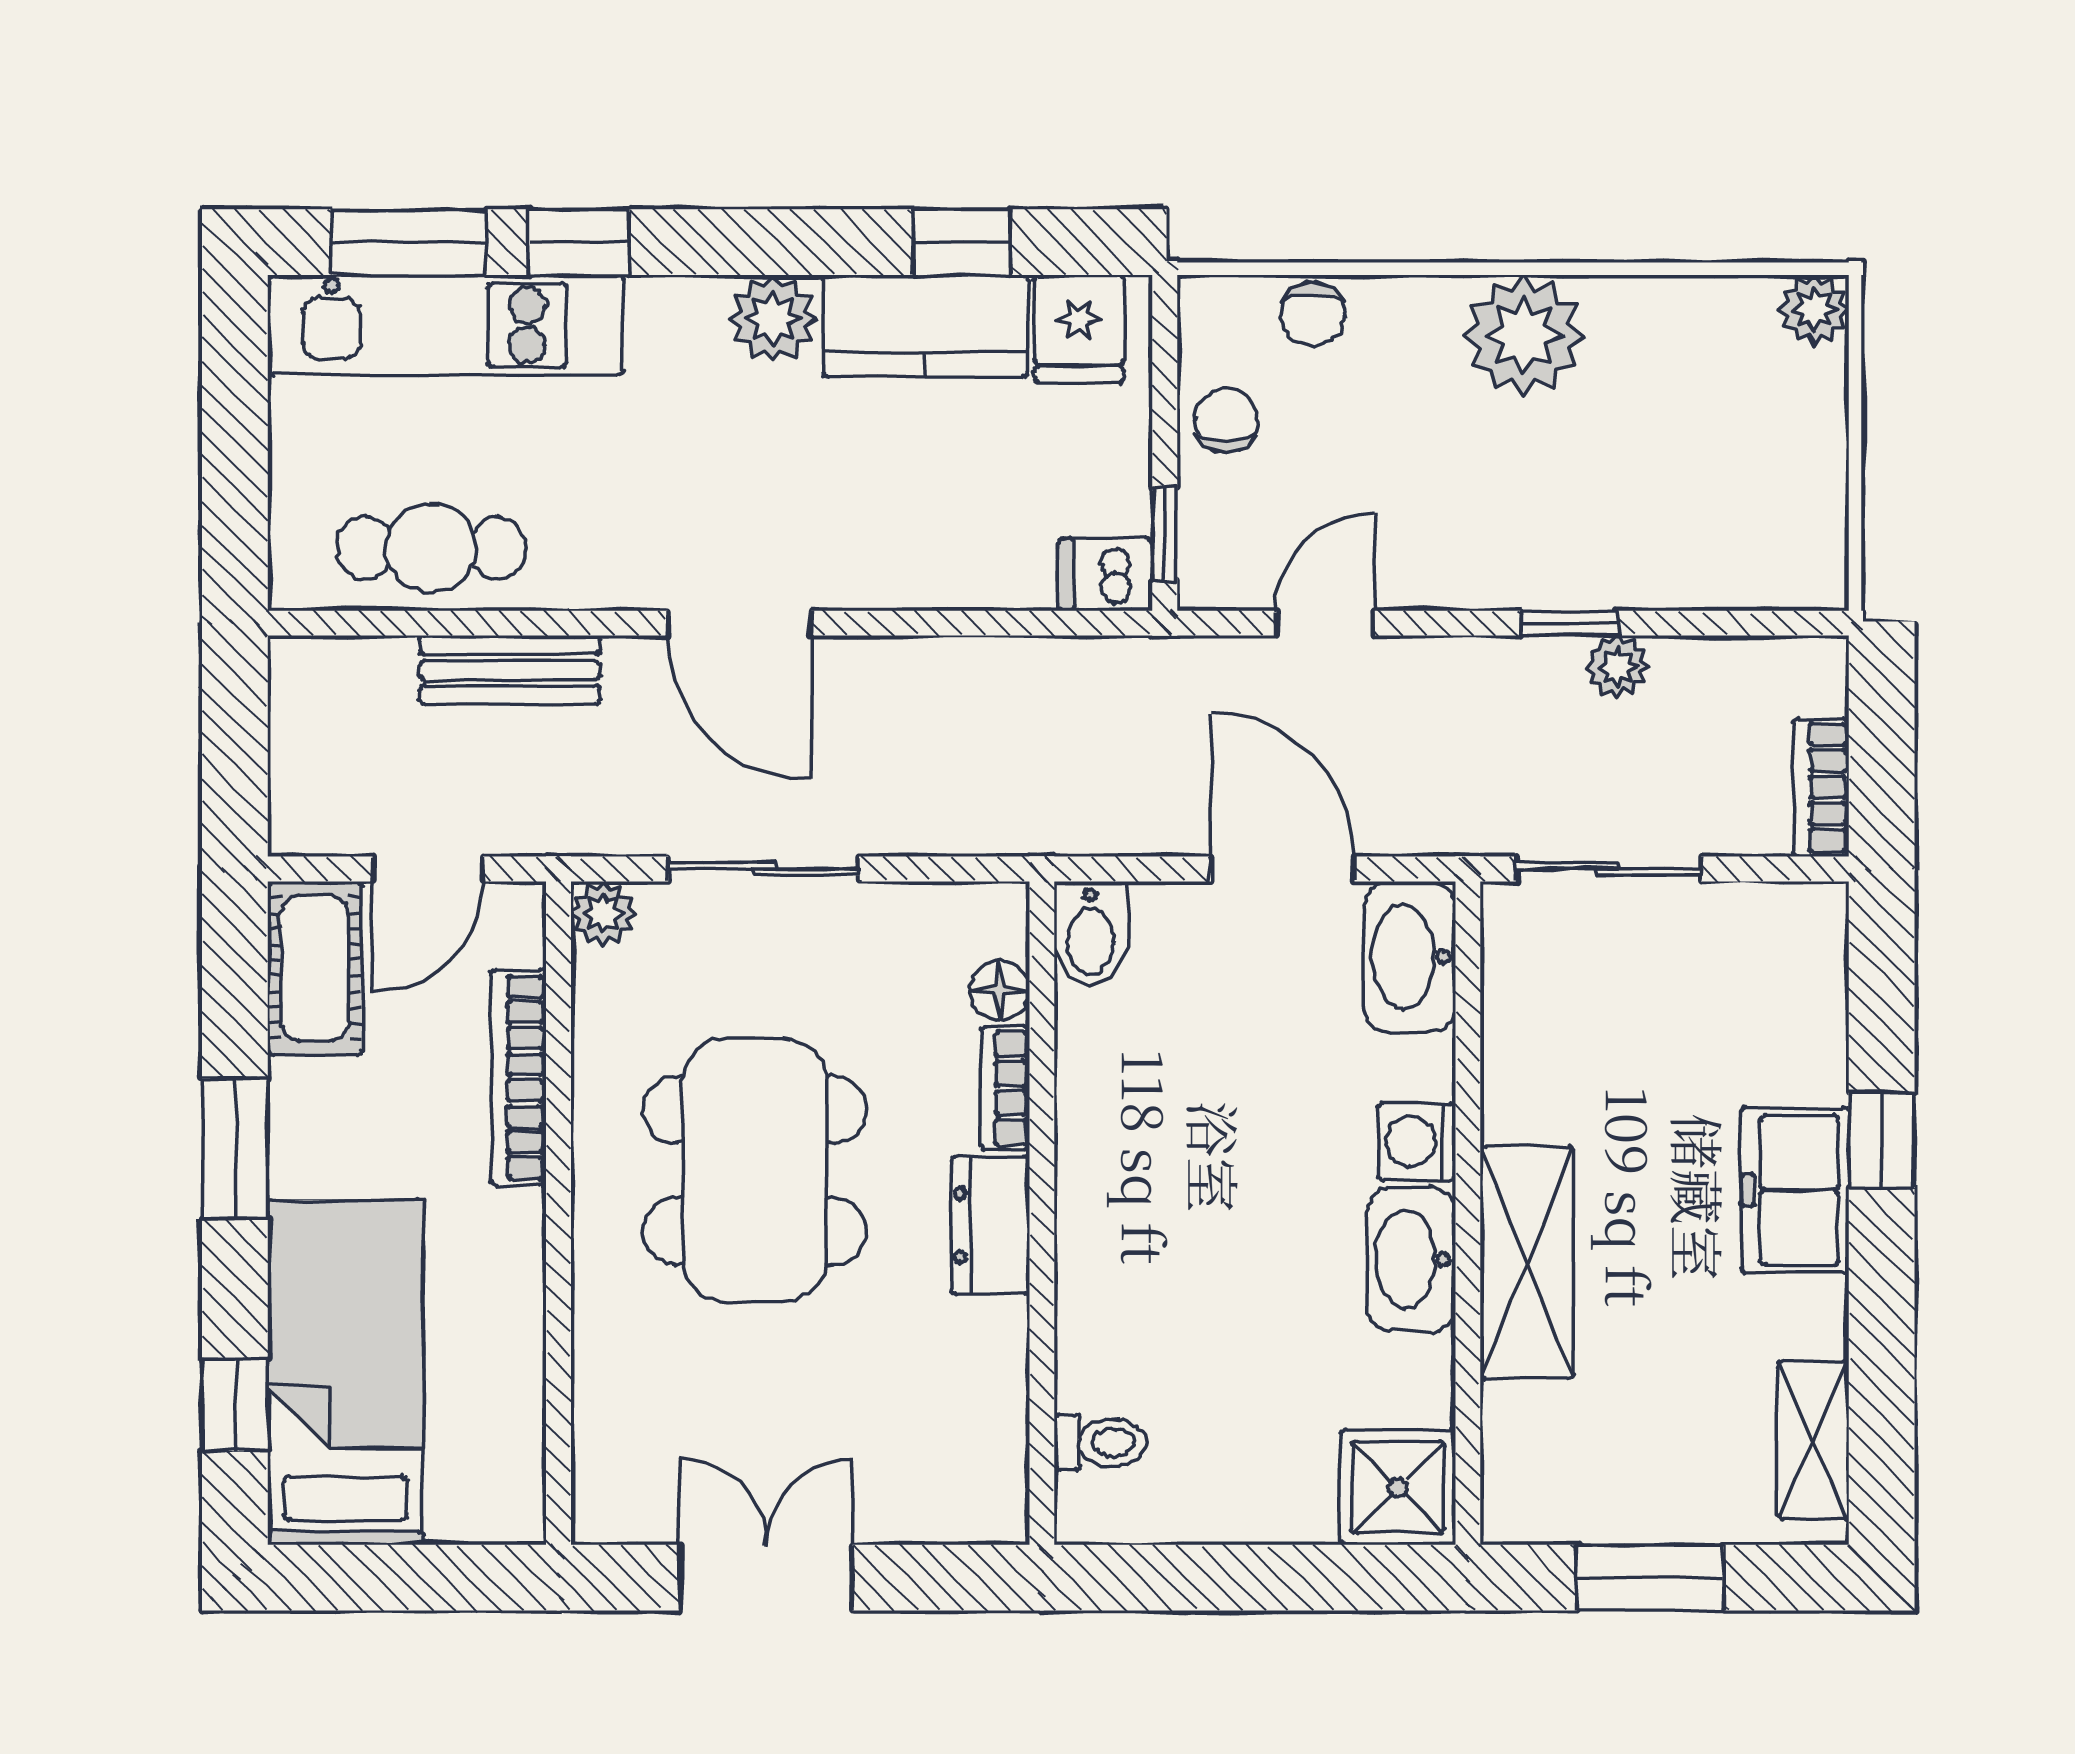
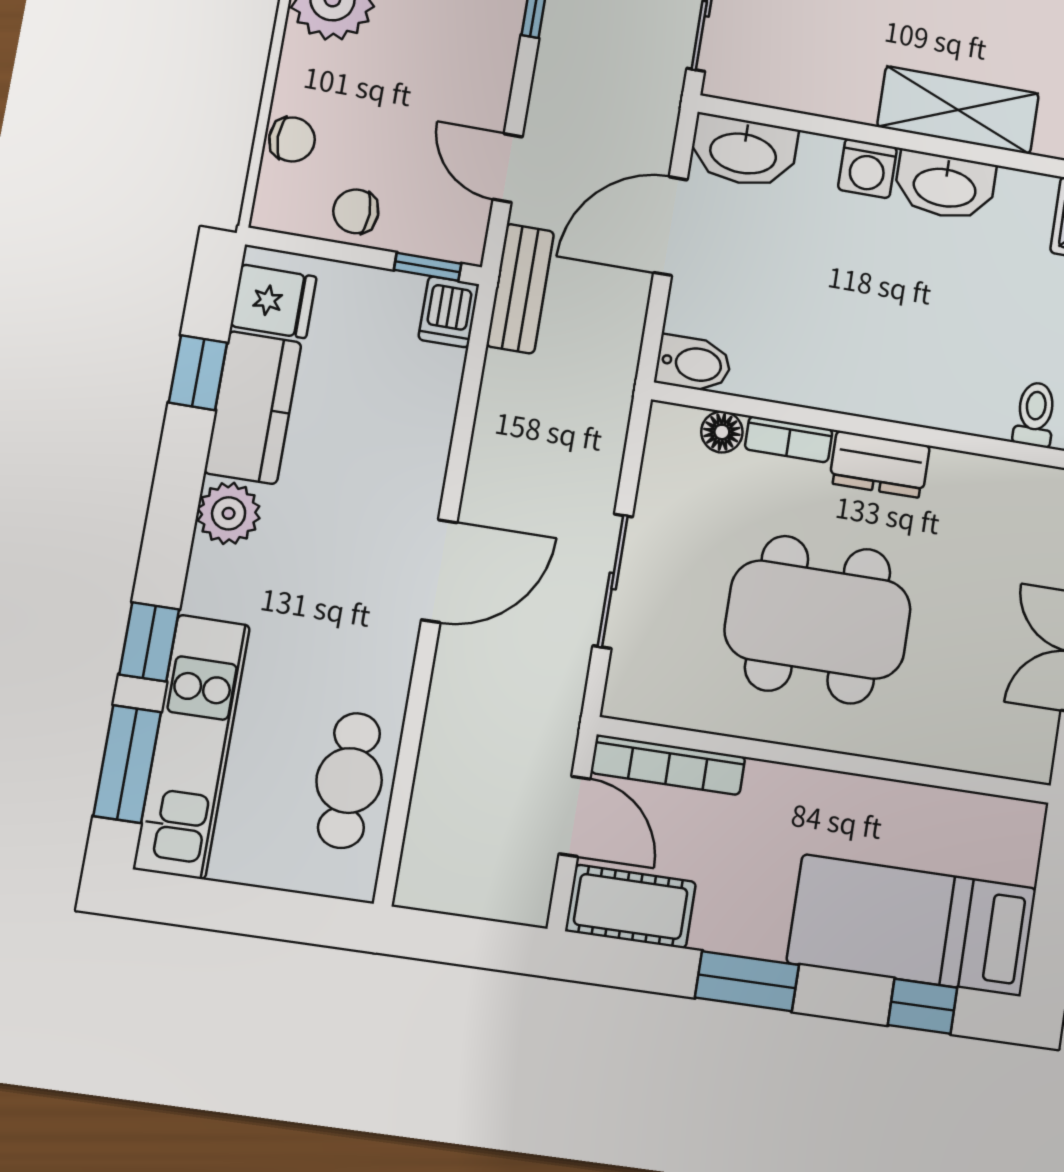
bench: (510, 670) -> (520, 289), moved
plant: (603, 914) -> (625, 698), removed
bookcase: (519, 1077) -> (668, 765), moved

